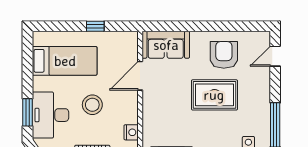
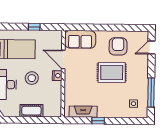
door: (140, 76) -> (63, 59), hinge flipped
nightstand: (131, 132) -> (57, 76), moved

